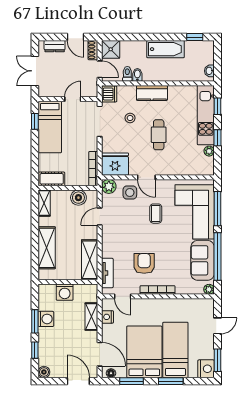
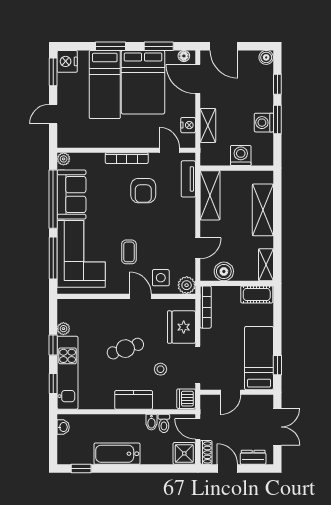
cafe table: (159, 135) -> (125, 349), turned 71
fridge: (115, 164) -> (181, 327), moved, turned 90

